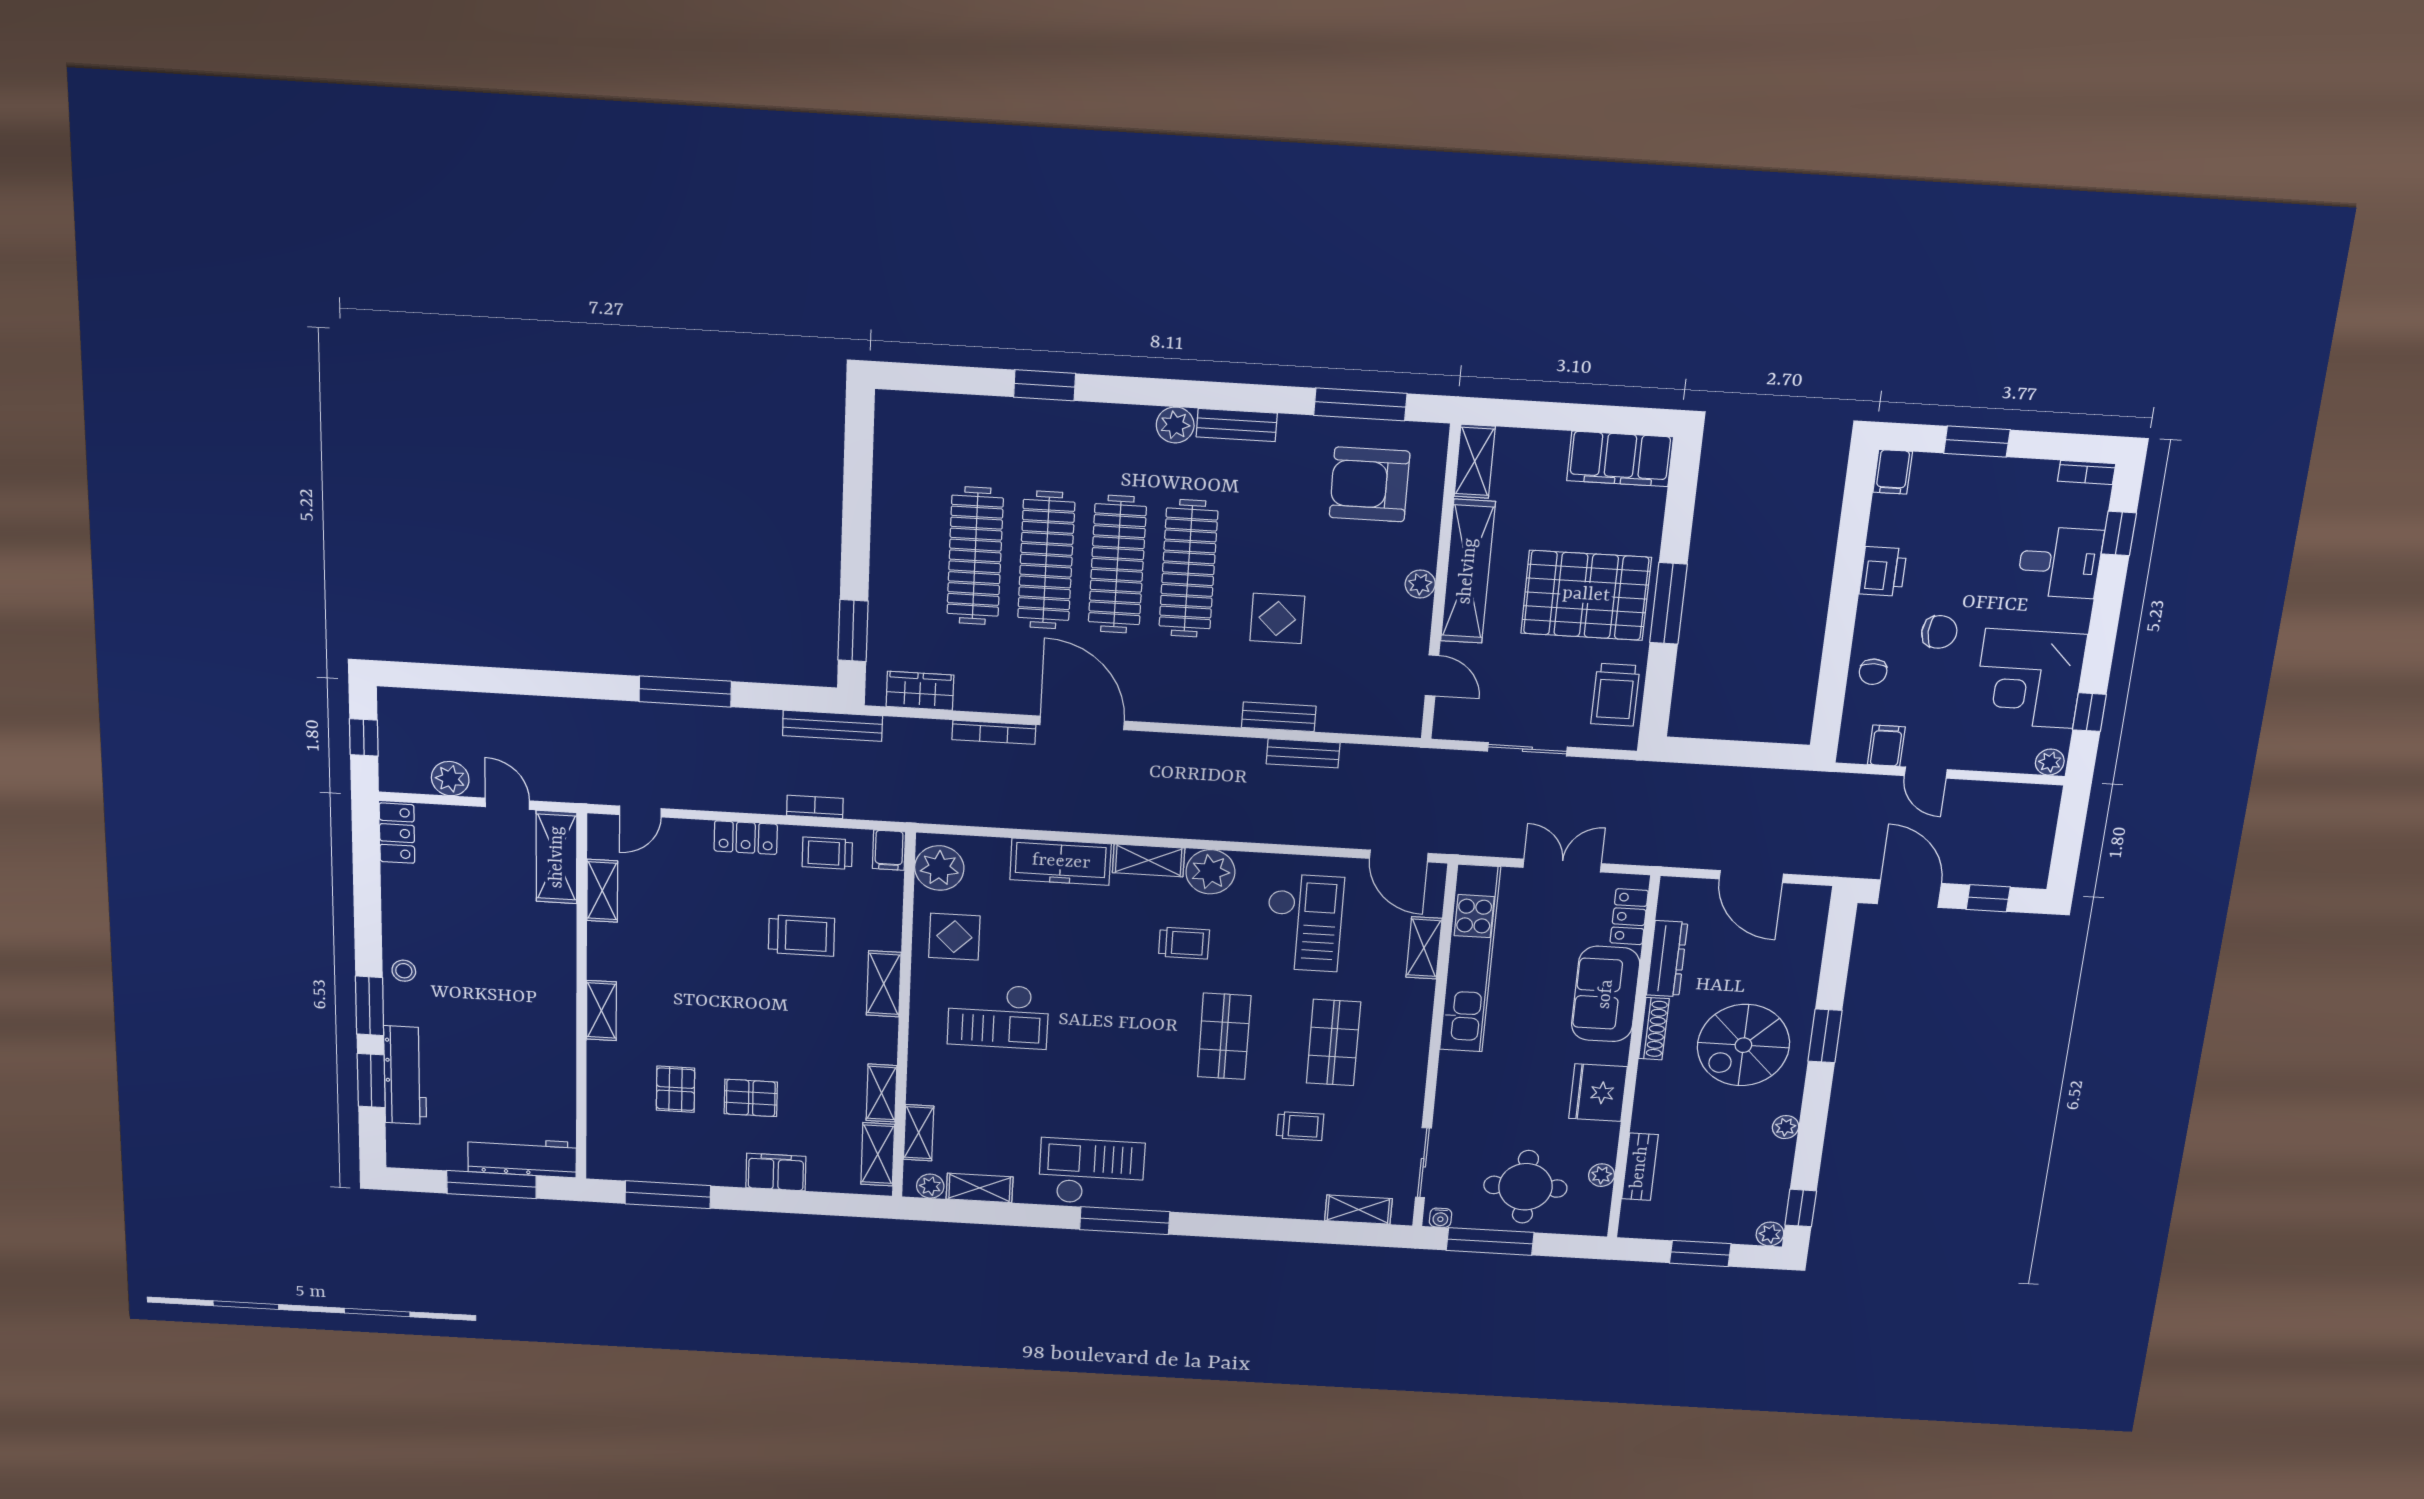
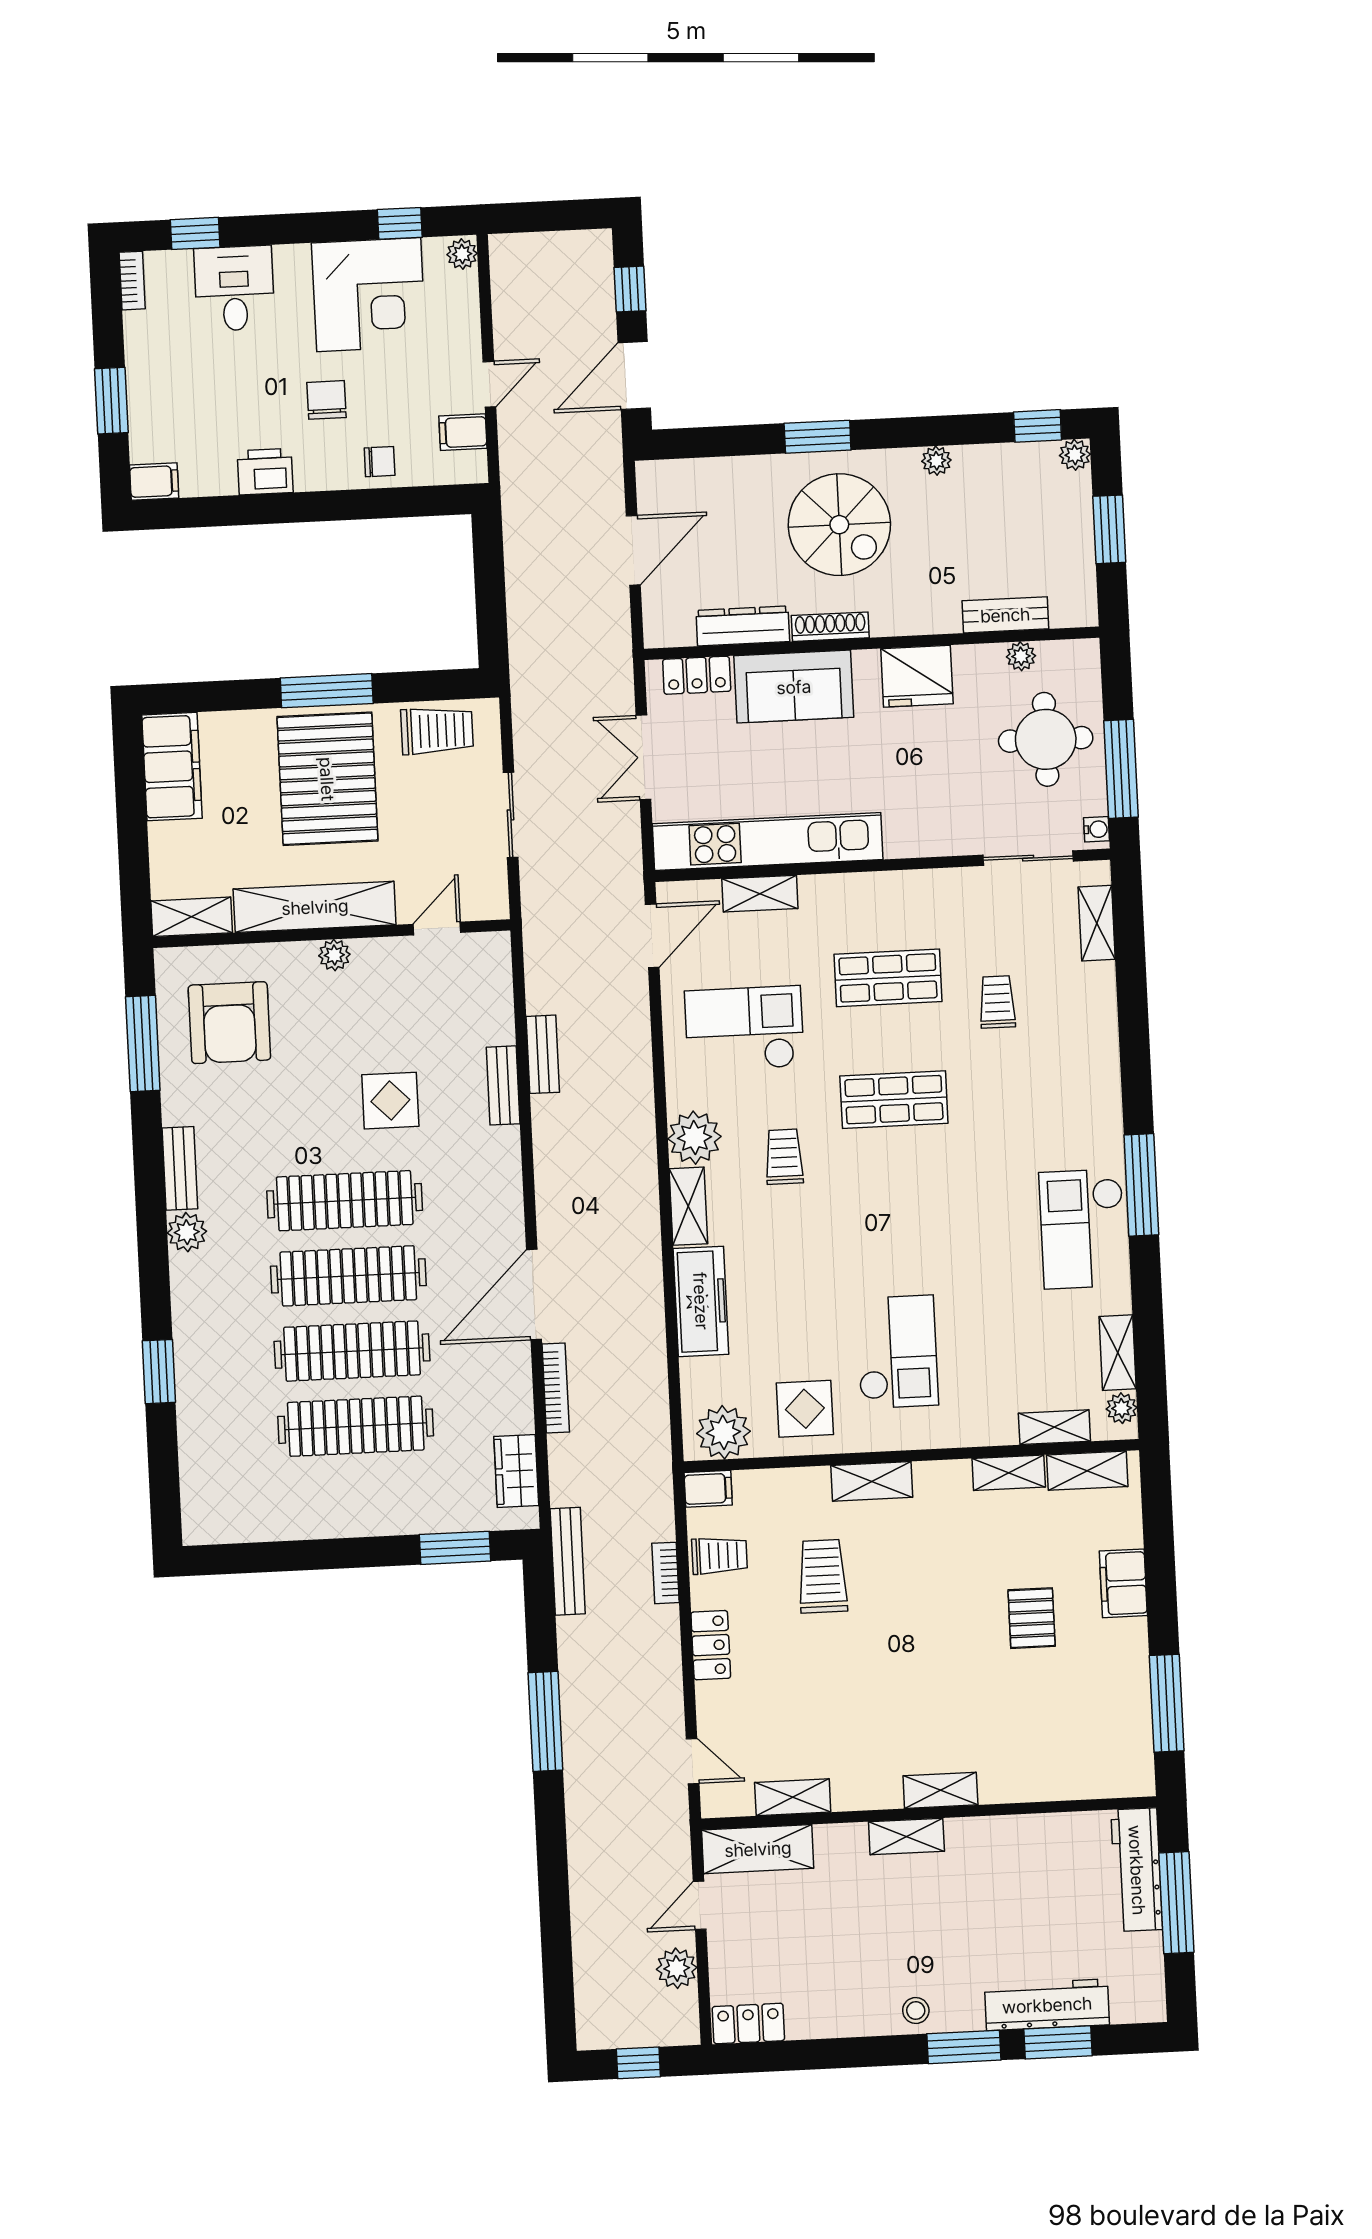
trolley: (827, 853) -> (720, 1556), turned -90
shelving: (561, 979) -> (906, 1836), added
pallet: (676, 1089) -> (1030, 1703), removed

